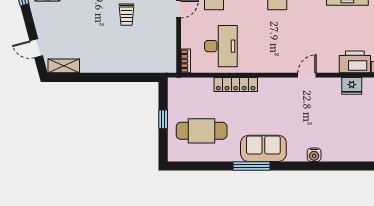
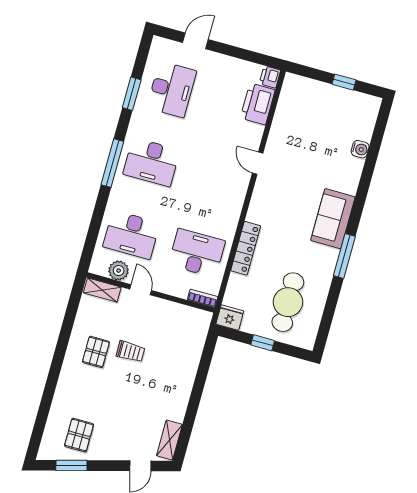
fridge: (352, 86) -> (230, 318), moved, turned -90
sofa: (263, 148) -> (333, 219), moved
water cooler: (314, 155) -> (360, 149), moved

